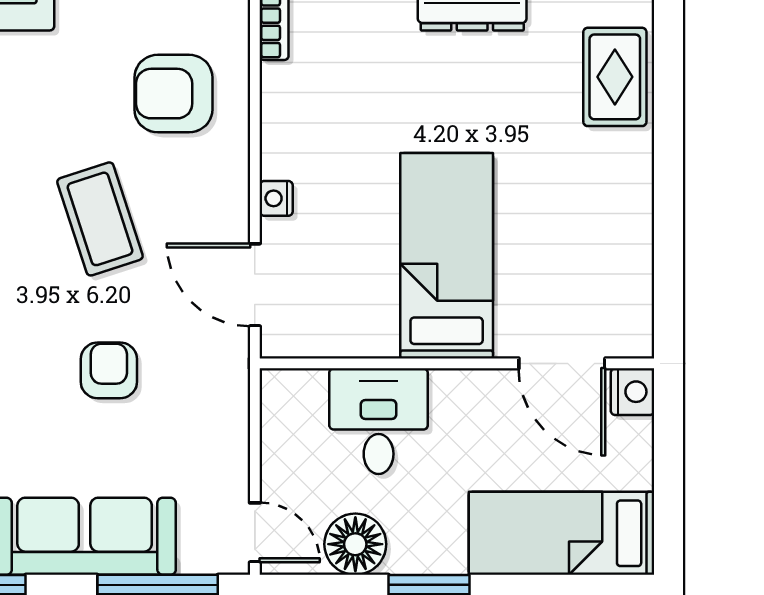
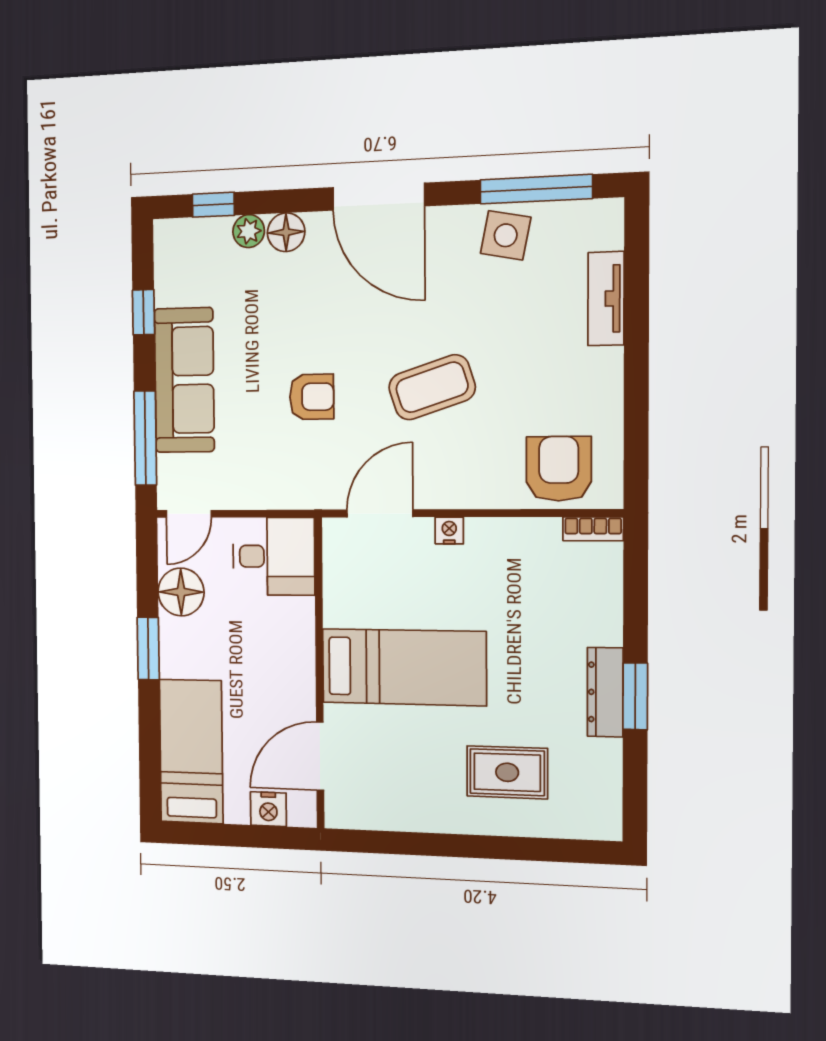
rug: (615, 77) -> (507, 772), moved
armchair: (173, 94) -> (559, 469), moved
nightstand: (633, 392) -> (268, 809), moved
desk: (379, 421) -> (274, 556), moved

